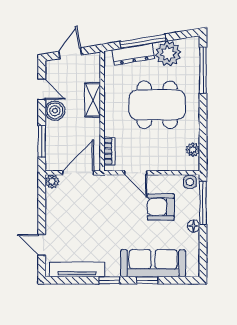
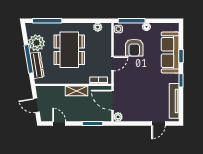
door: (42, 89) -> (59, 123), hinge flipped
shelving: (93, 100) -> (77, 91), moved
boiler: (55, 111) -> (73, 115), removed

